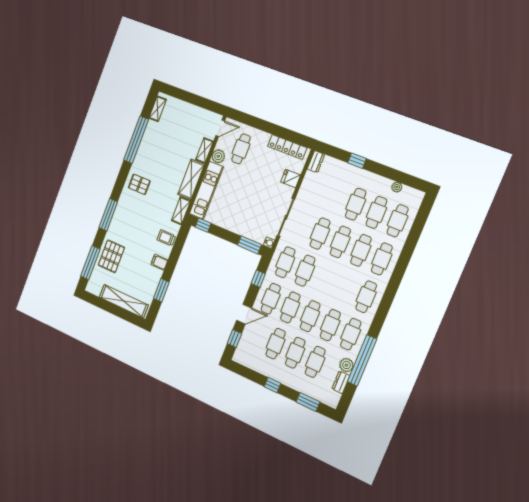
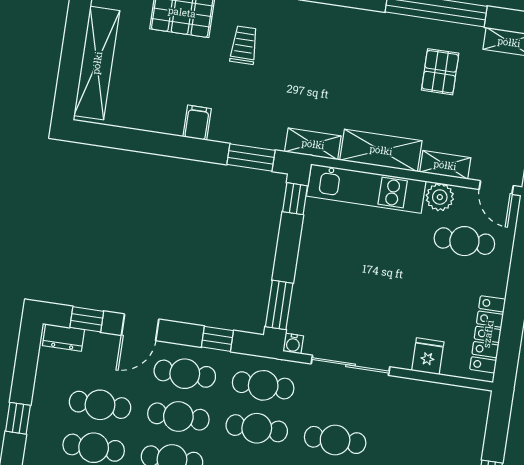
dresser: (316, 162) -> (63, 338), moved
pallet: (139, 184) -> (440, 72), moved
trolley: (166, 238) -> (244, 45), moved
window: (161, 290) -> (251, 157), moved
door: (244, 314) -> (140, 327), hinge flipped

